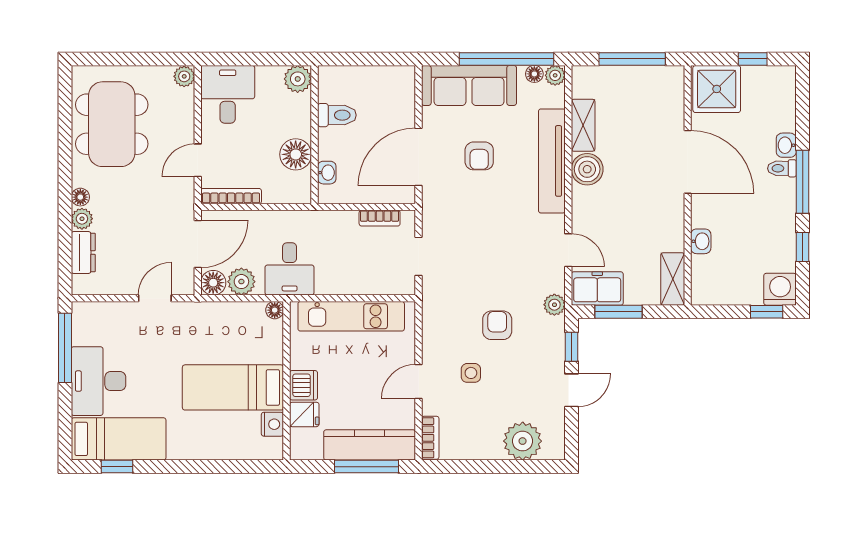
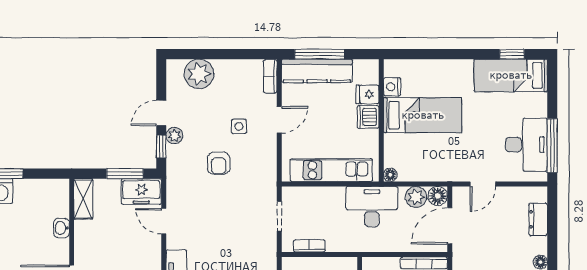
plant: (82, 219) -> (539, 245), removed
desk: (290, 269) -> (372, 207), width x1.37
plant: (554, 305) -> (174, 136), moved
desk: (98, 381) -> (526, 145), moved

